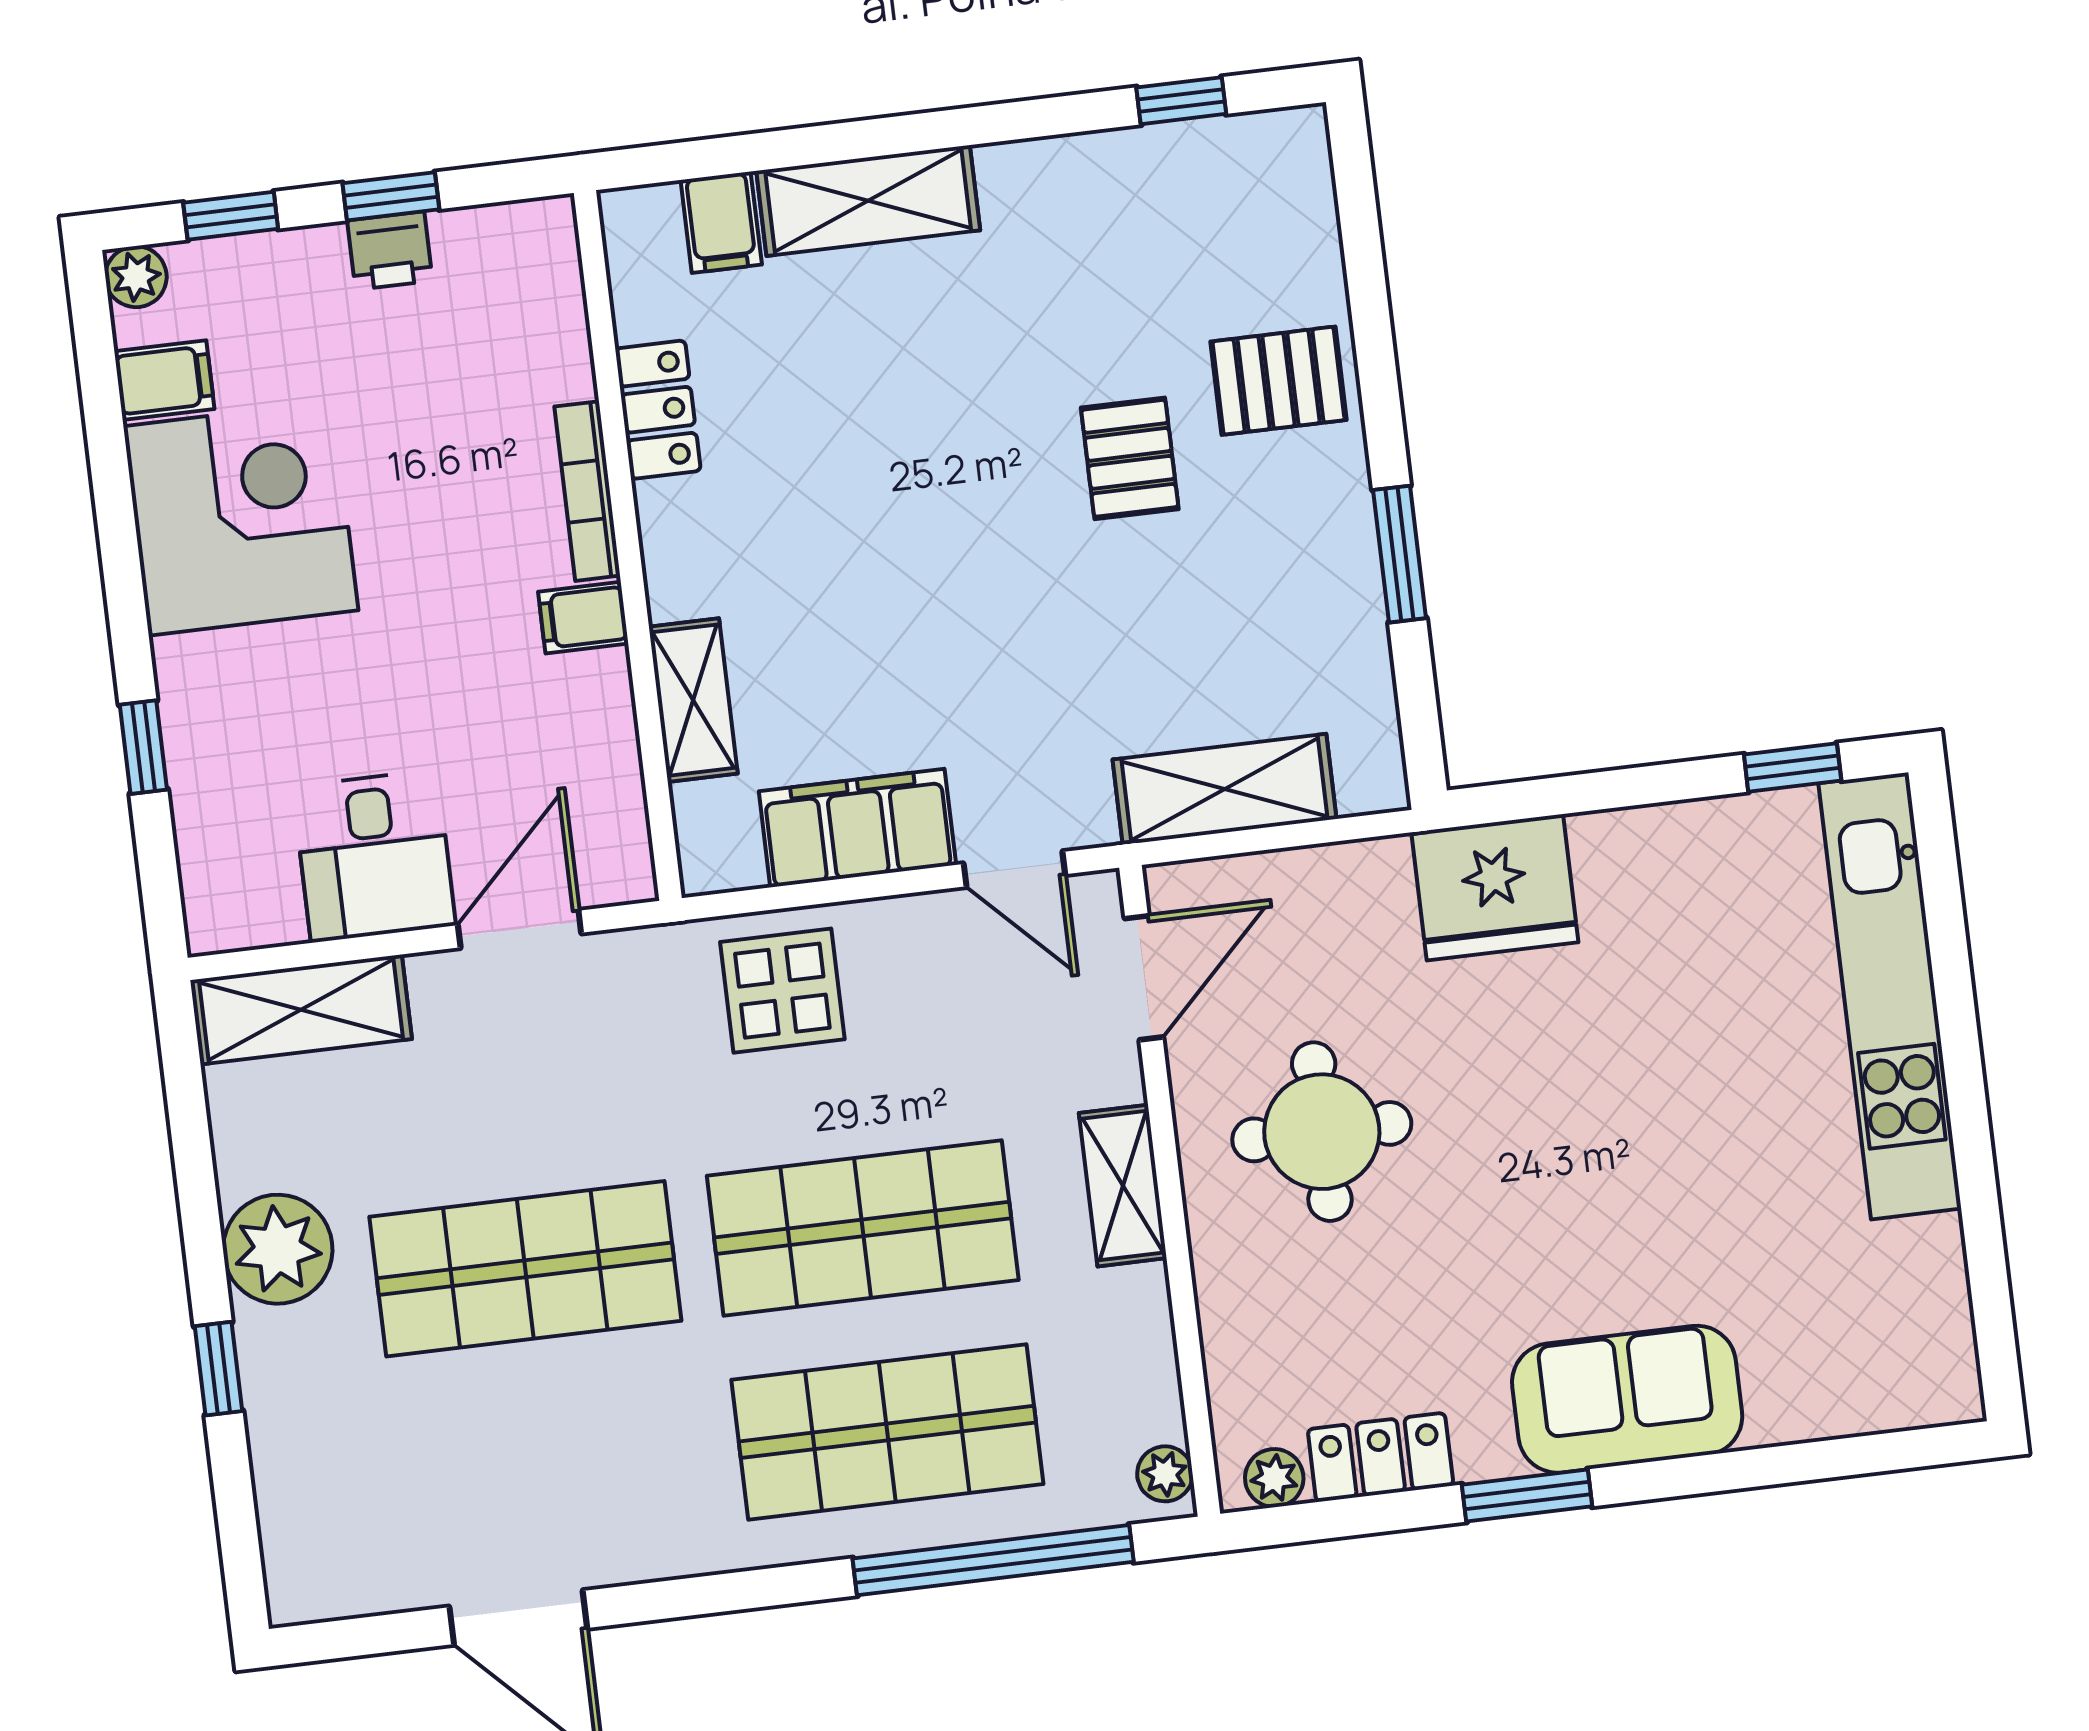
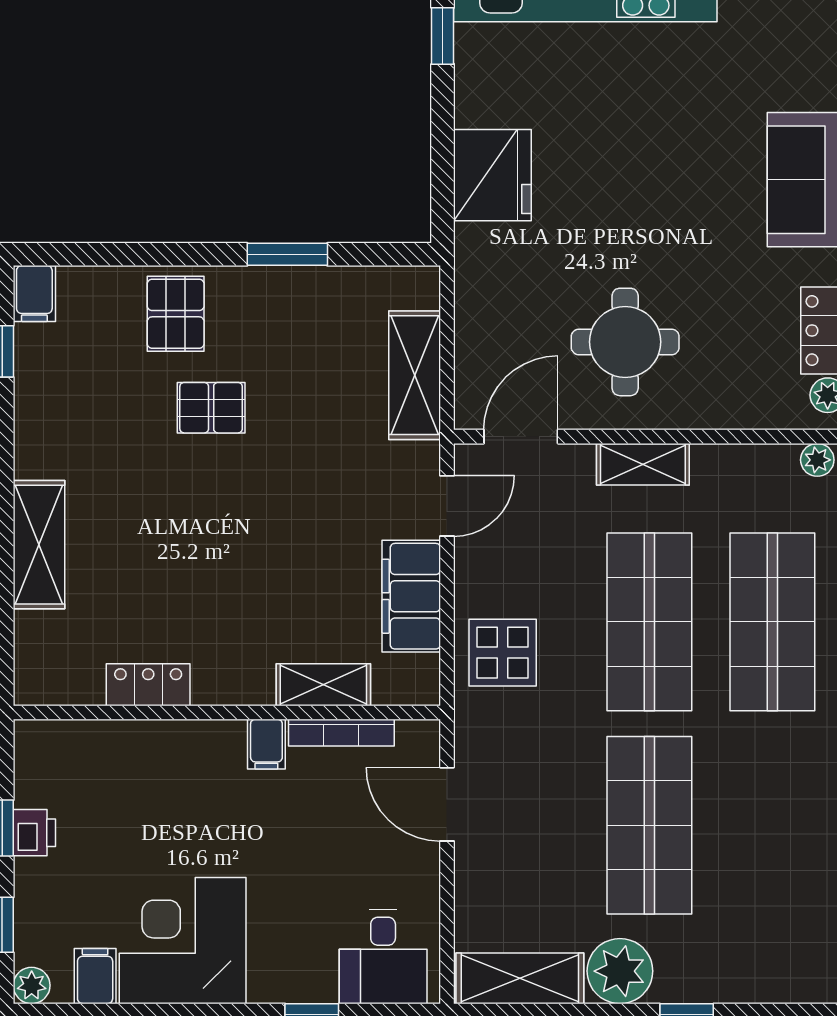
filing cabinet: (721, 222) -> (34, 293), moved, turned 90
bookcase: (587, 491) -> (341, 733), moved
desk: (374, 856) -> (383, 957), moved, turned 90
fridge: (1495, 887) -> (492, 175), moved
door: (1144, 978) -> (521, 437), hinge flipped
shelving: (301, 1010) -> (520, 978), moved, turned 90

